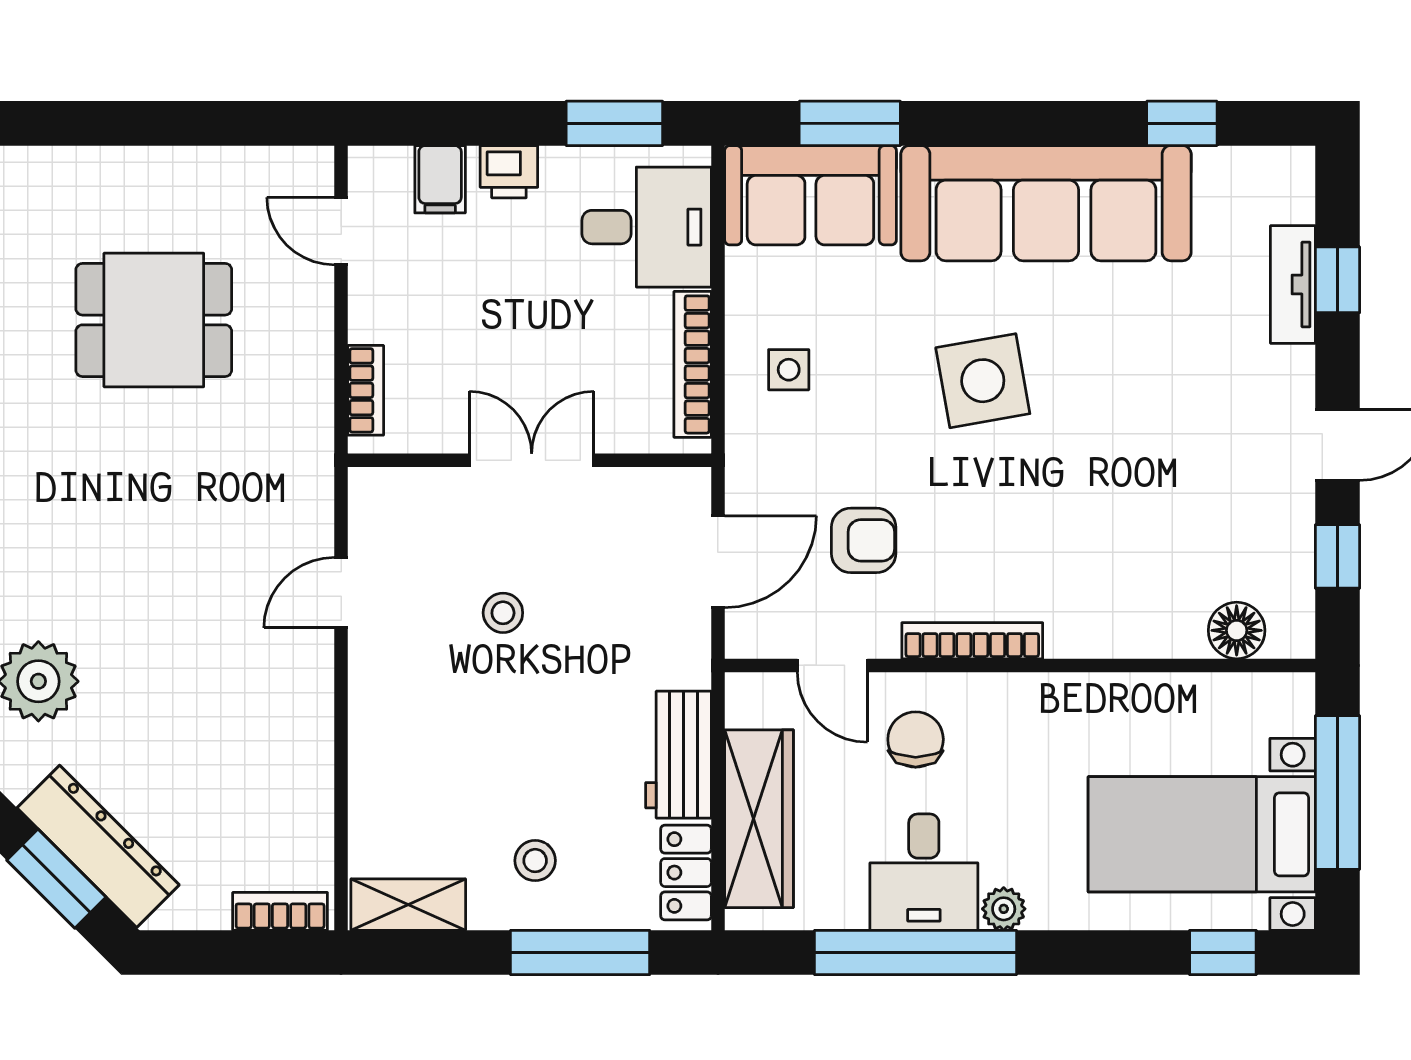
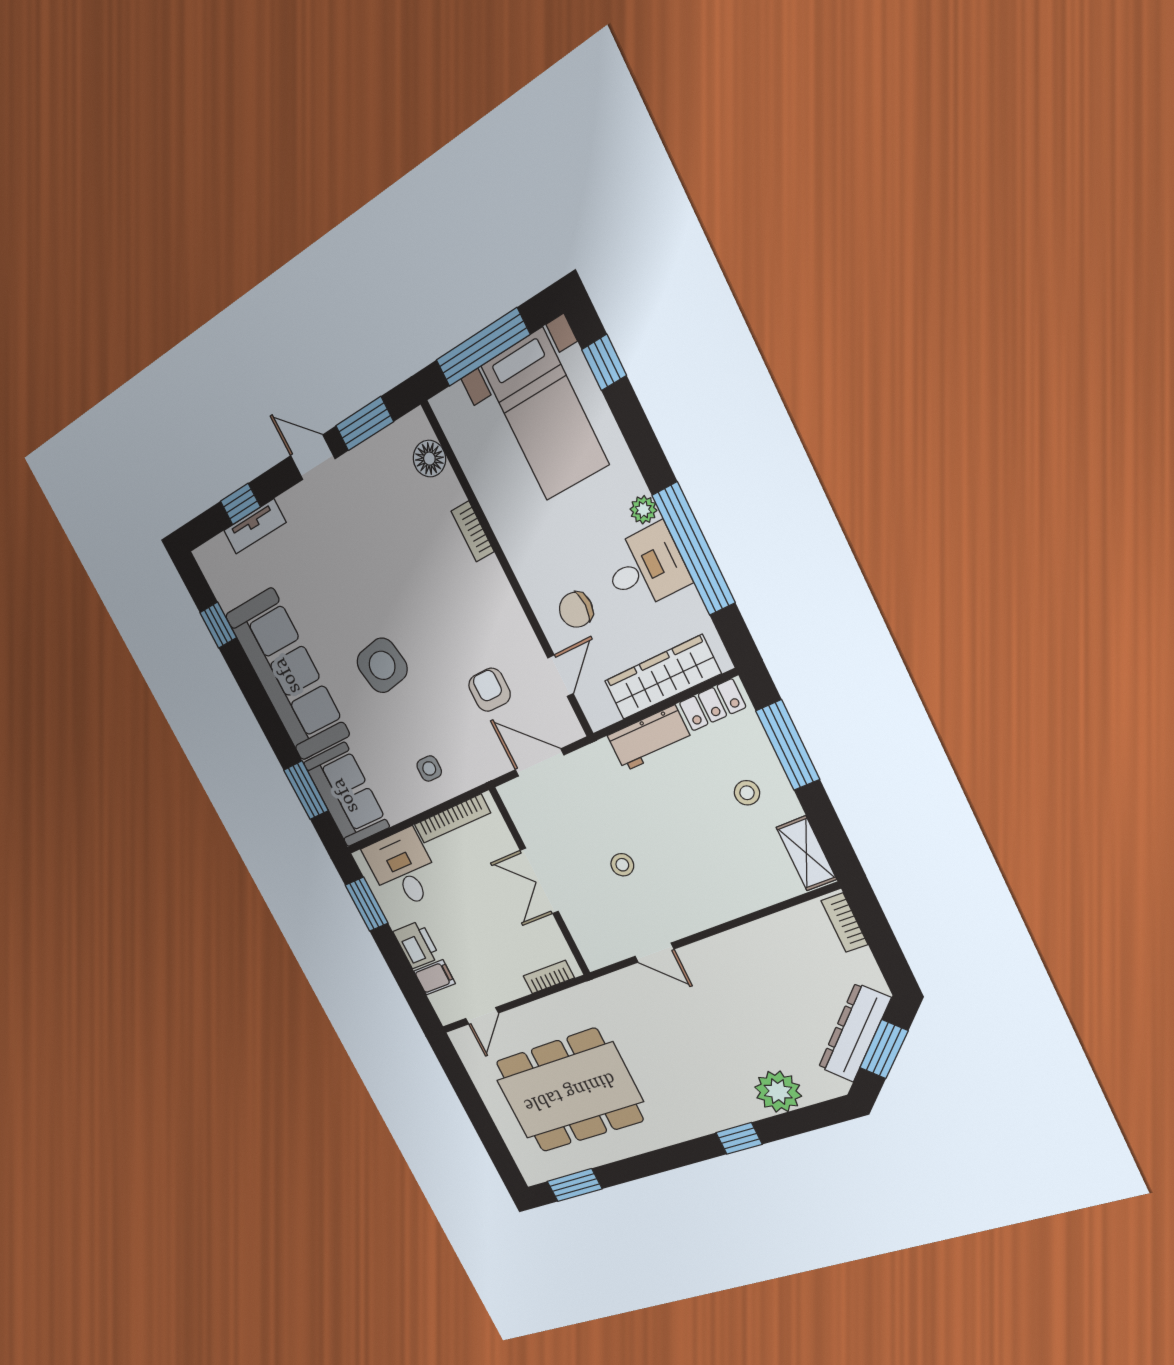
printer: (509, 172) -> (417, 945), width x1.36, depth x1.24
dining table: (154, 320) -> (569, 1091), width x1.88, depth x1.24
window: (1338, 556) -> (365, 424), width x1.50
bookcase: (972, 641) -> (473, 531), moved, width x0.64

